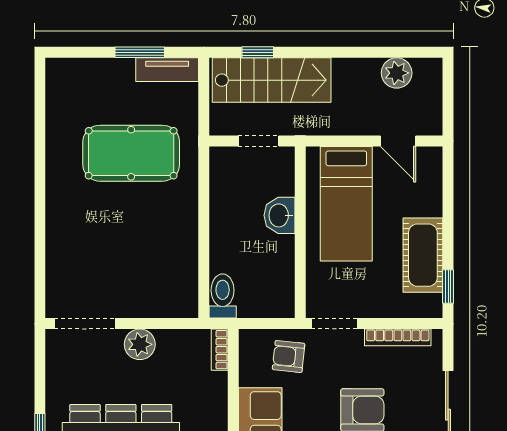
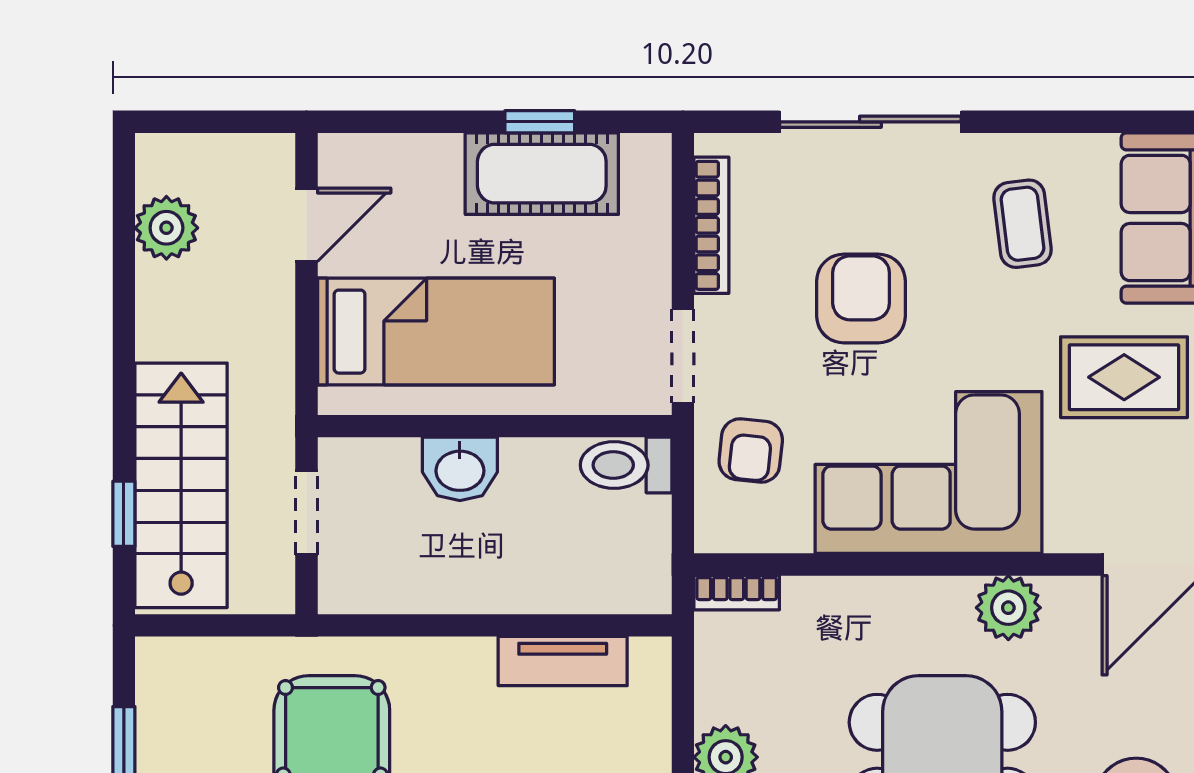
tv unit: (167, 70) -> (563, 661), moved, turned 90
window: (448, 286) -> (540, 122), moved
toilet: (223, 296) -> (626, 465), moved

